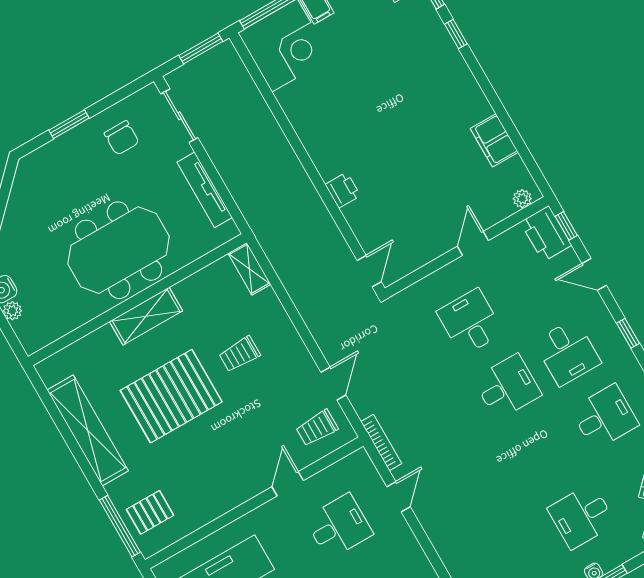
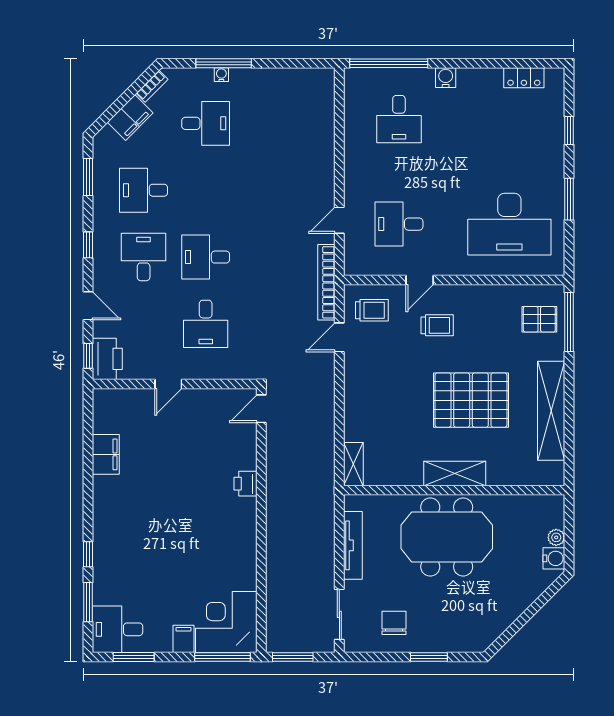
plant: (522, 199) -> (110, 397), removed
trolley: (240, 354) -> (437, 325), moved
bookcase: (381, 443) -> (326, 282), width x1.48, depth x1.31

